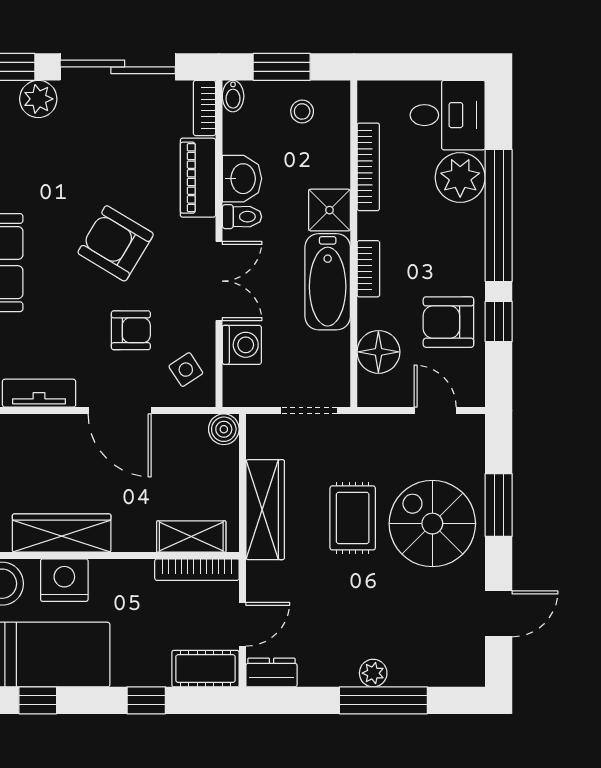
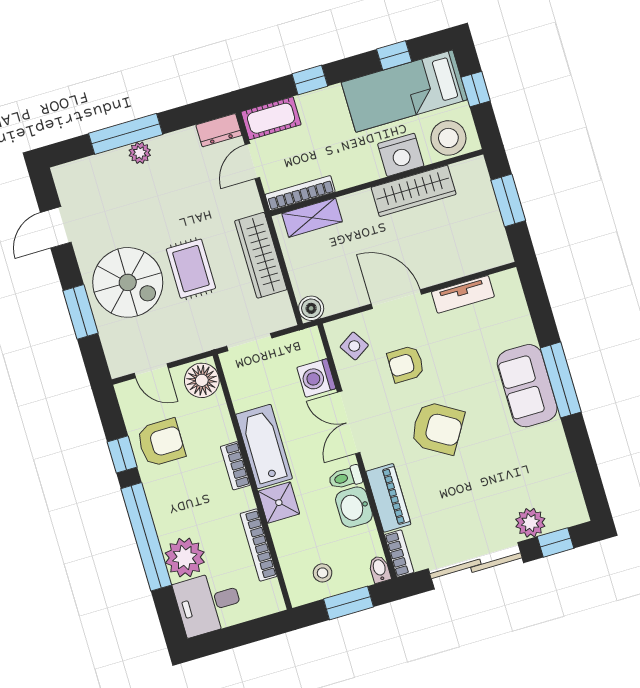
floor lamp: (378, 352) -> (202, 380), moved

